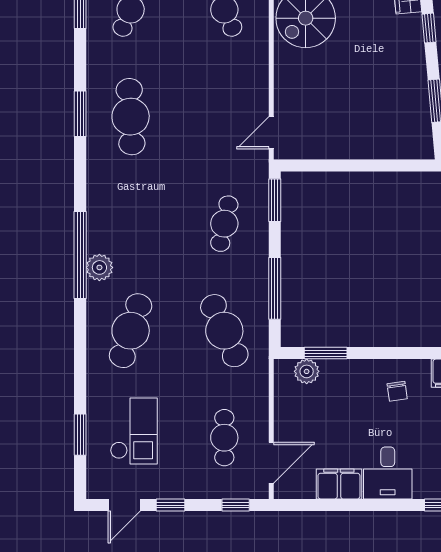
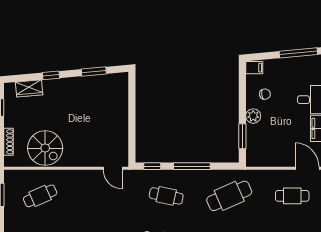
window: (275, 200) -> (152, 166), width x0.67
window: (275, 288) -> (192, 166), moved
plant: (307, 371) -> (253, 116), moved

